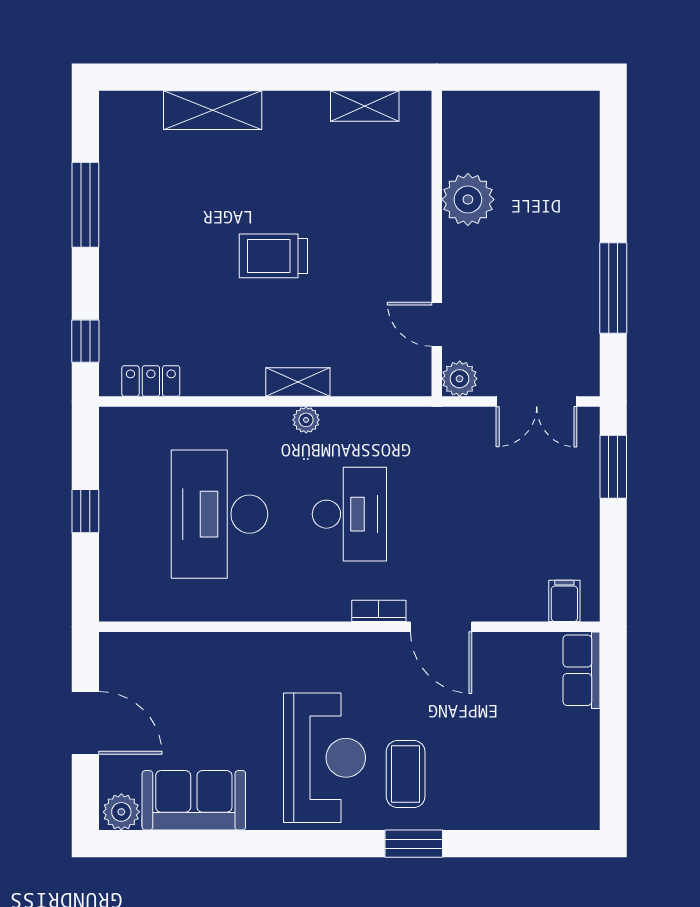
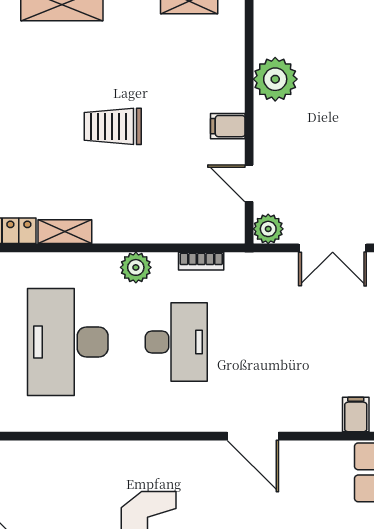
filing cabinet: (411, 256) -> (228, 126), added
shelving: (298, 382) -> (65, 232), moved
plant: (306, 420) -> (136, 267), width x1.38, depth x1.38
bookcase: (379, 611) -> (201, 261), moved, turned 180

